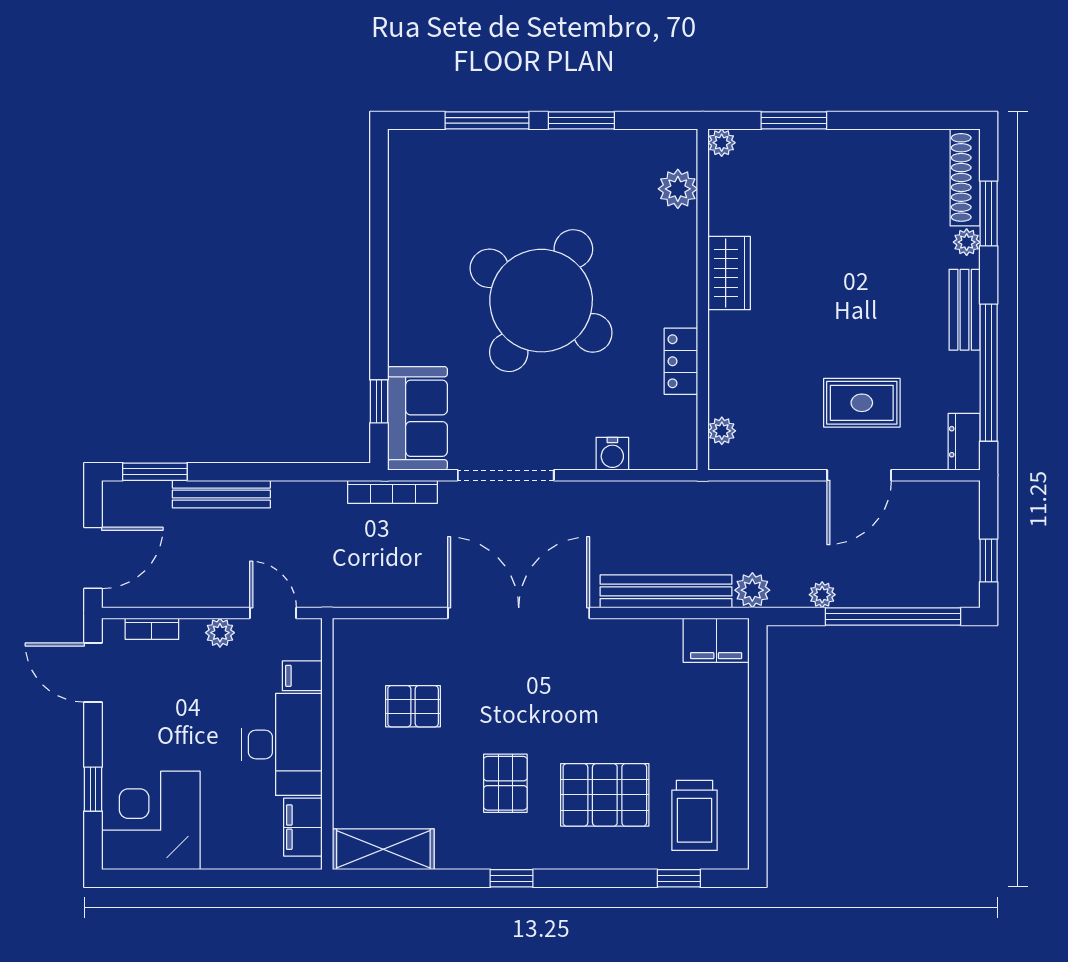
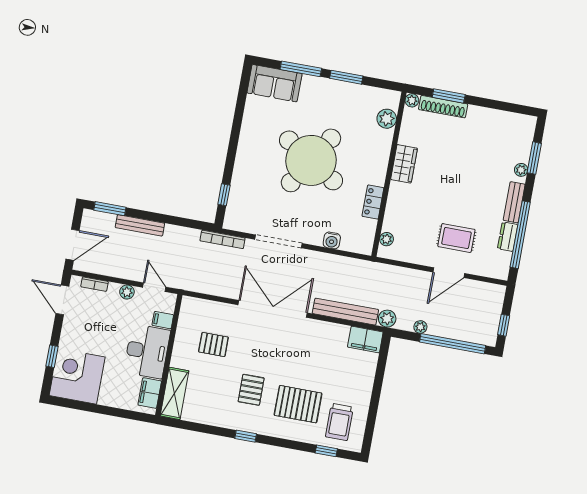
shoe rack: (965, 177) -> (443, 107), moved, turned -90
sofa: (417, 418) -> (274, 83), moved, turned 90
dresser: (964, 442) -> (508, 237), moved
shelving: (383, 849) -> (174, 393), moved, turned 90

